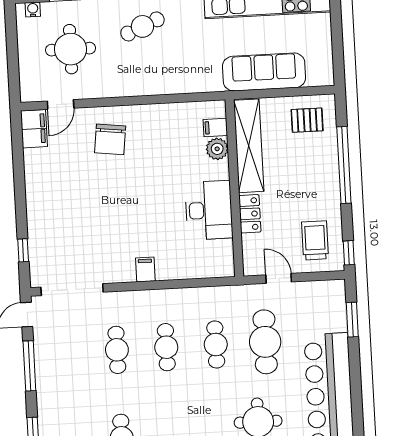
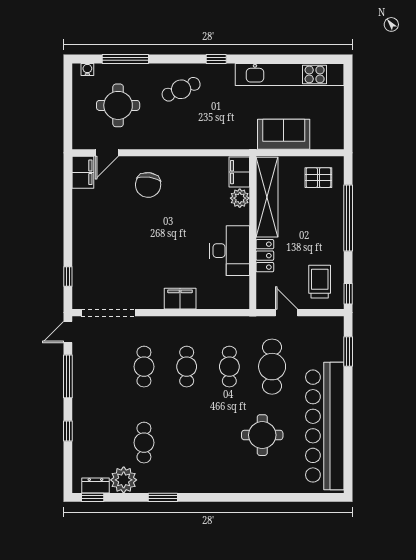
sofa: (264, 72) -> (284, 134), width x0.73
filing cabinet: (215, 127) -> (239, 172), width x2.00
filing cabinet: (145, 269) -> (180, 299), width x2.00

